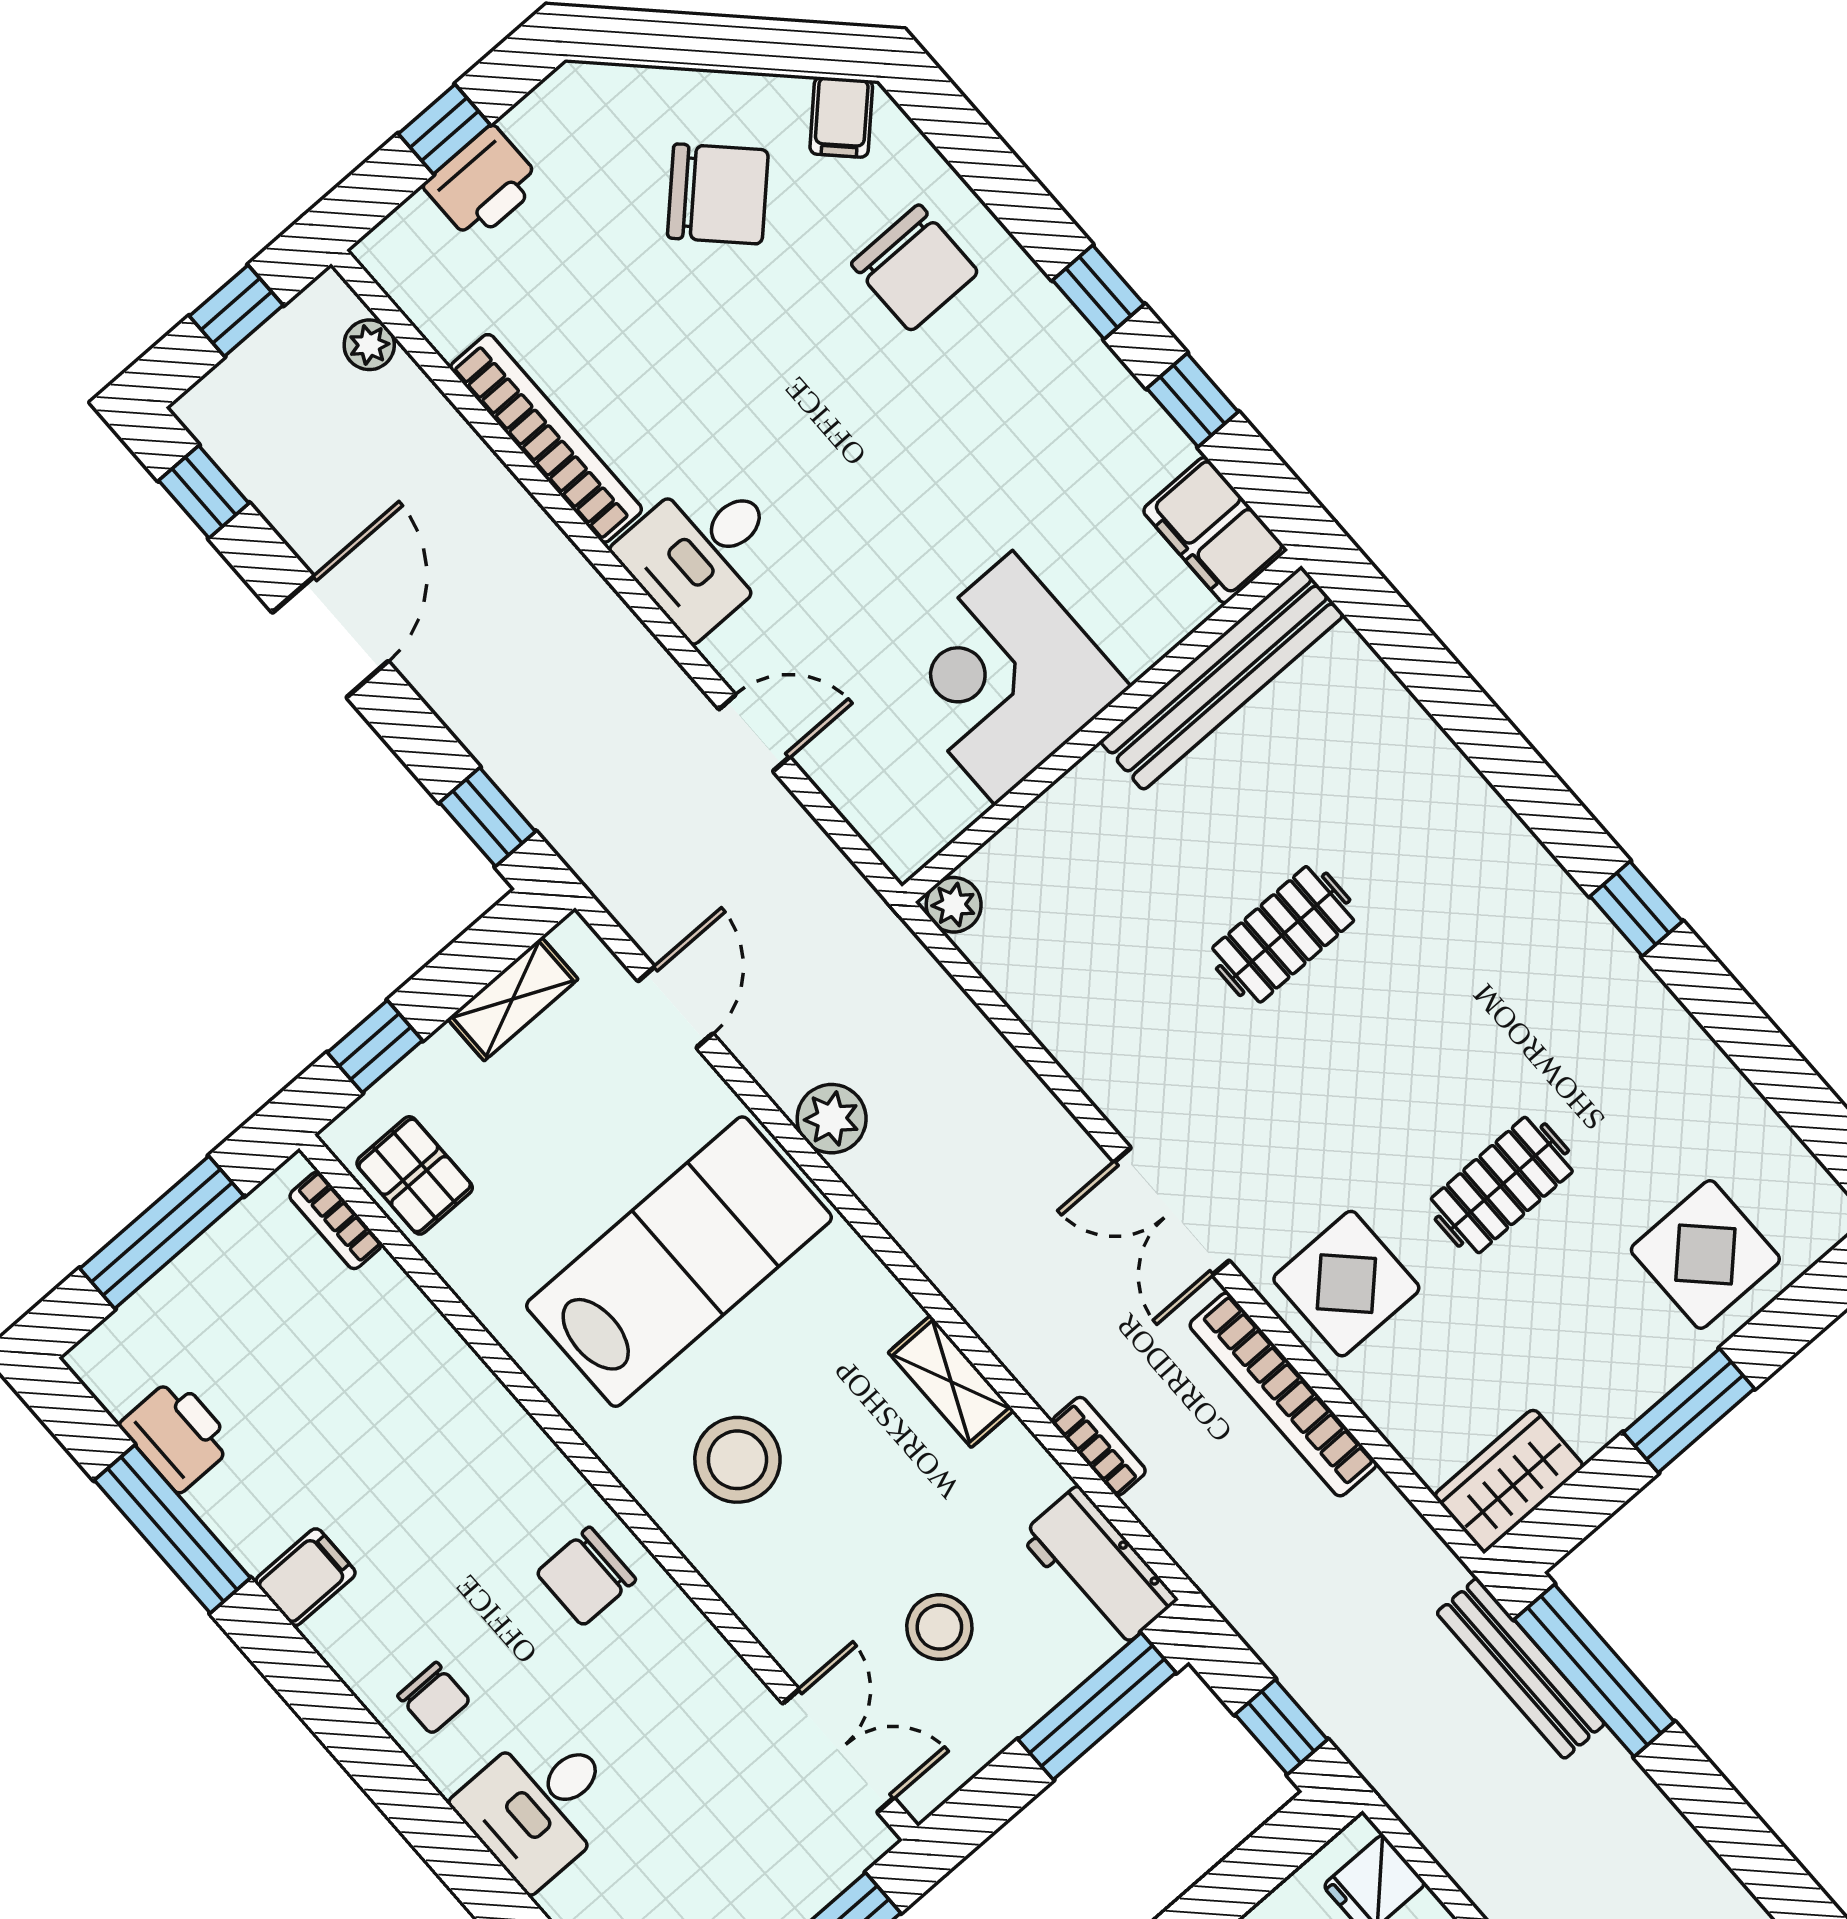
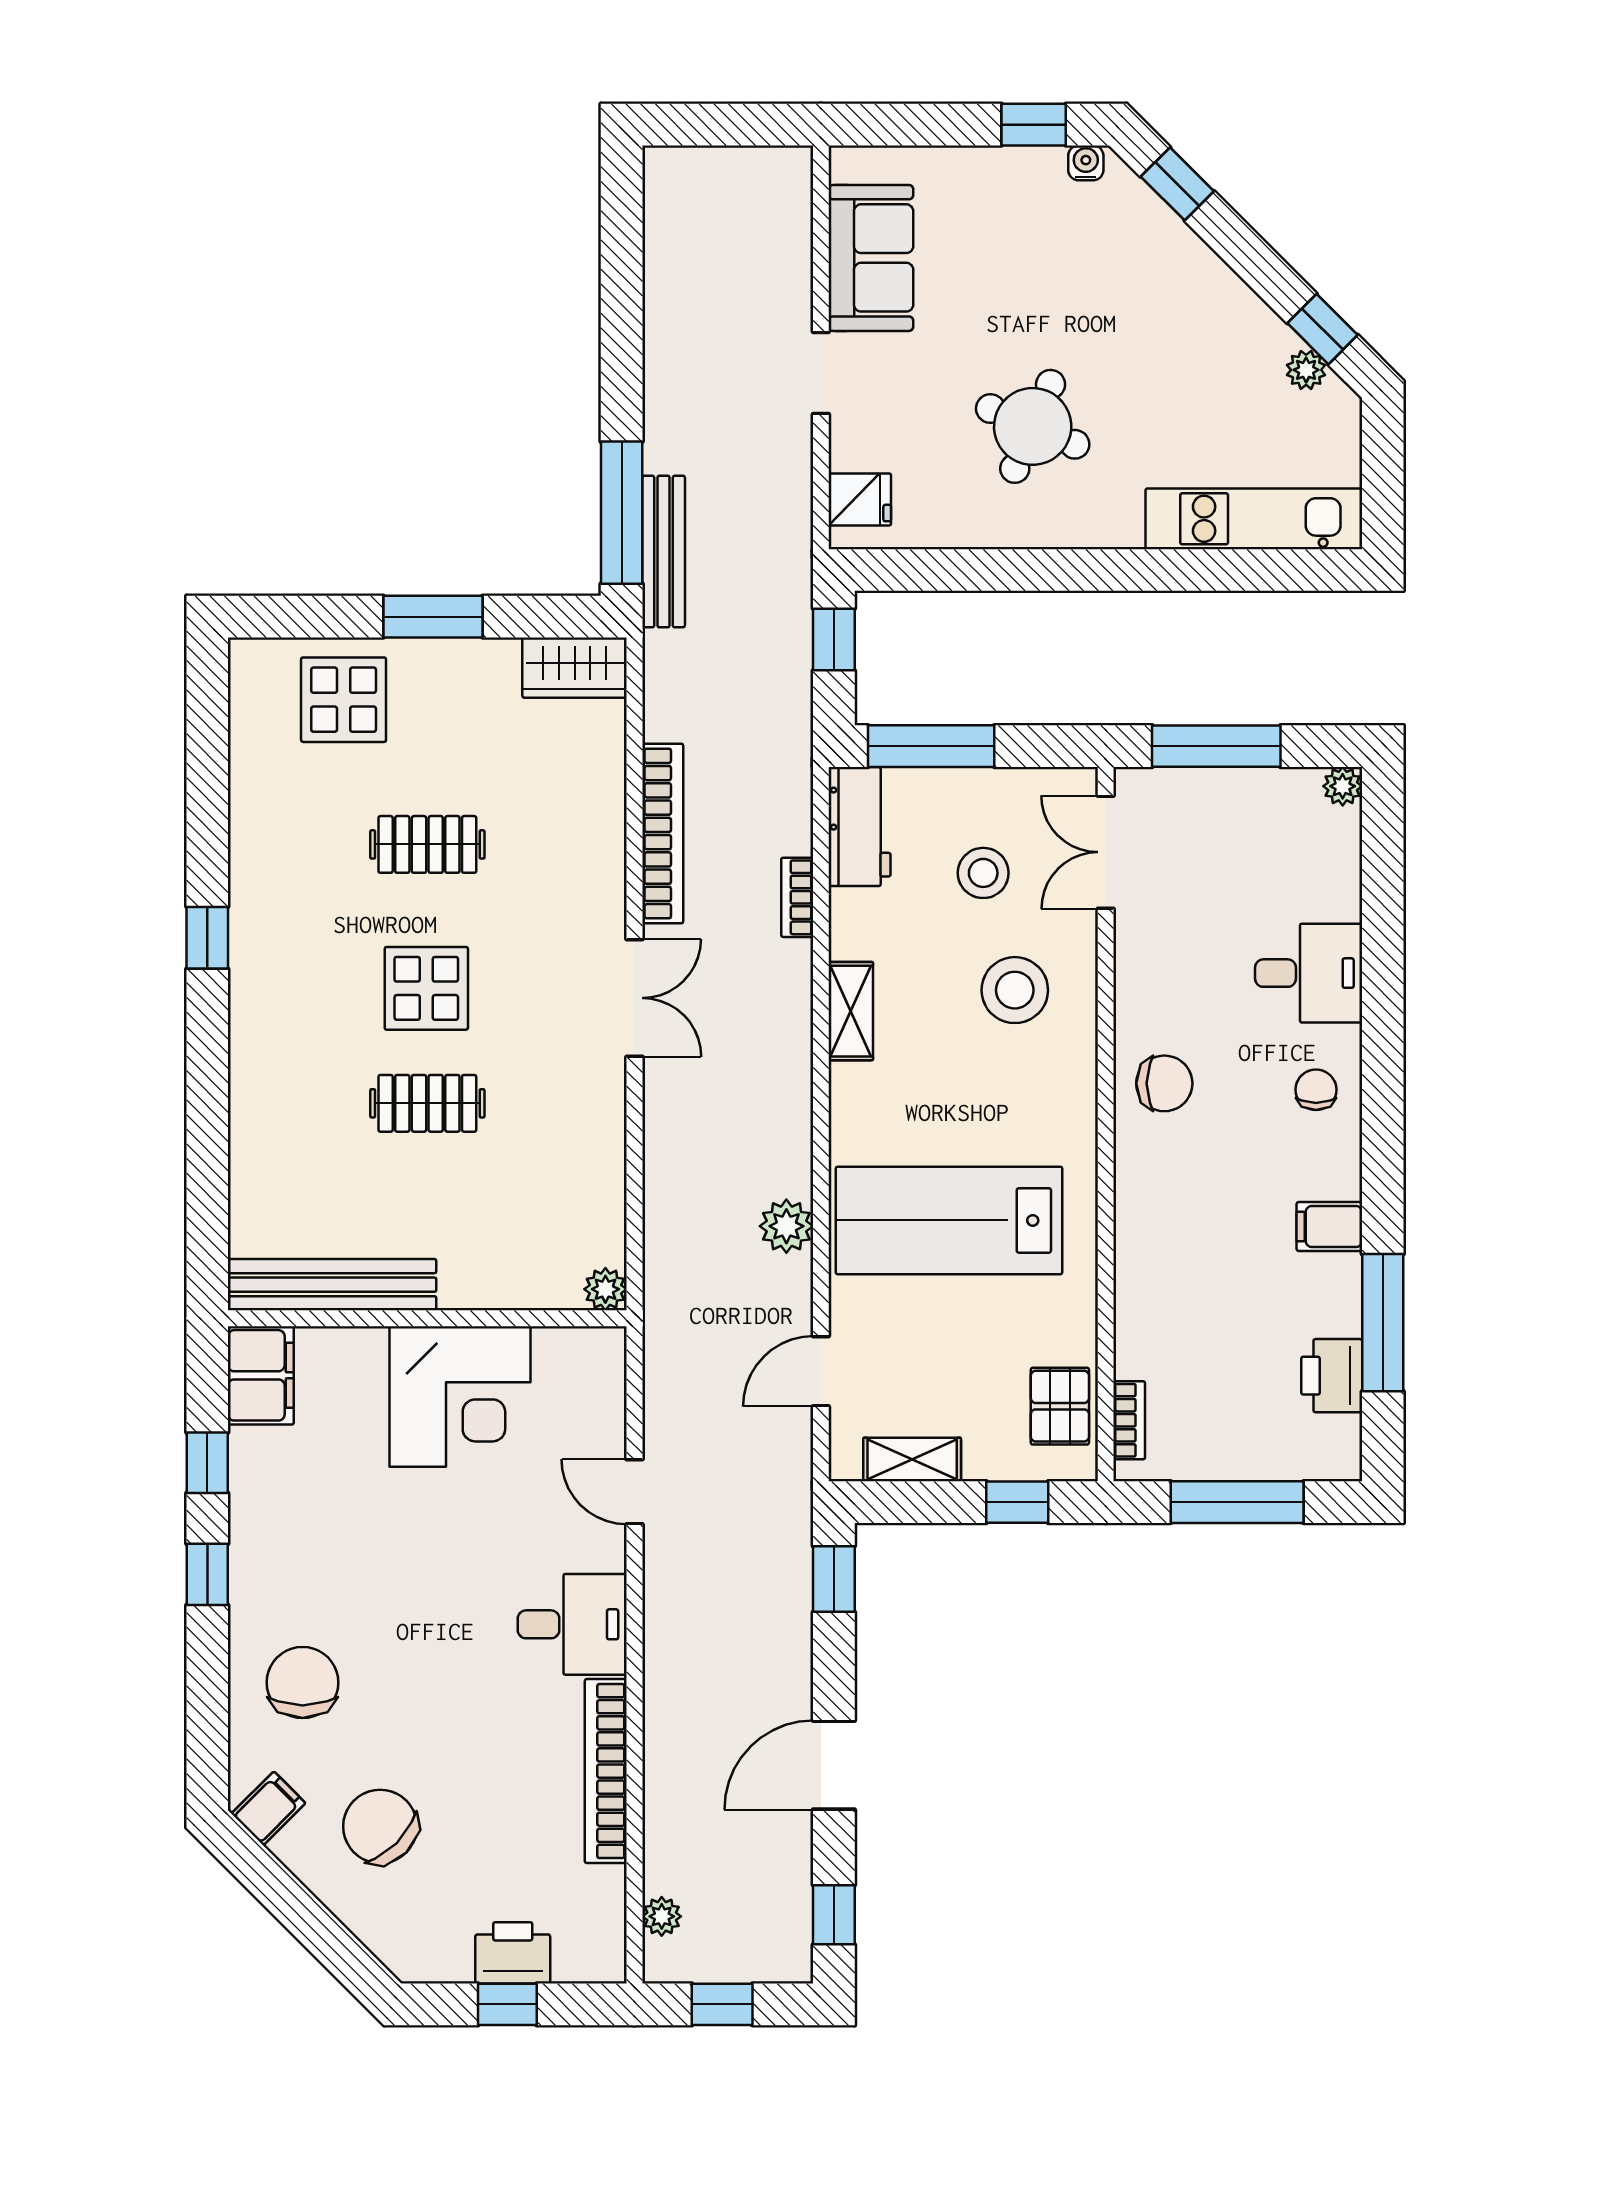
display table: (1346, 1284) -> (426, 988), moved
stool: (737, 1460) -> (1015, 990), moved

